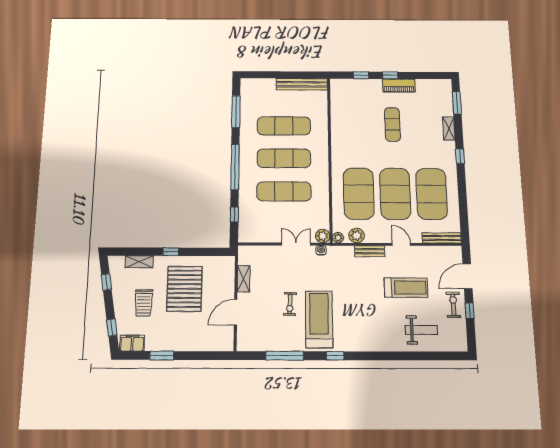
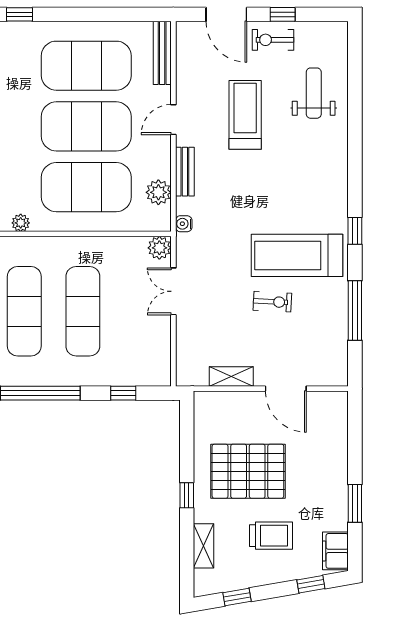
plant: (338, 238) -> (21, 223), moved
water cooler: (321, 250) -> (184, 224), moved

